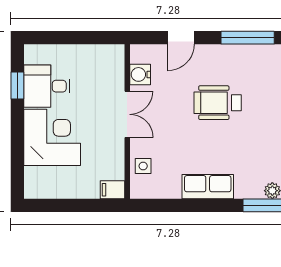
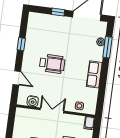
window: (248, 38) -> (21, 44), width x0.46
wheelchair: (218, 103) -> (52, 64), turned -90

